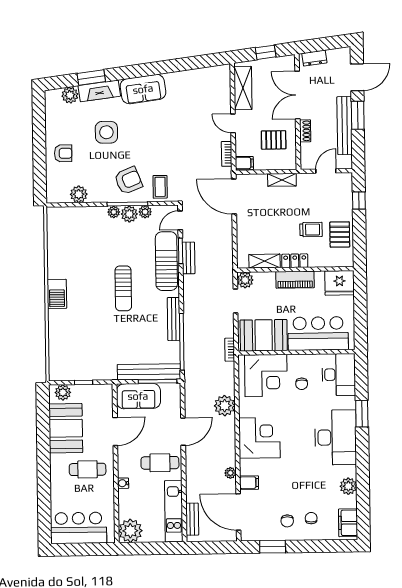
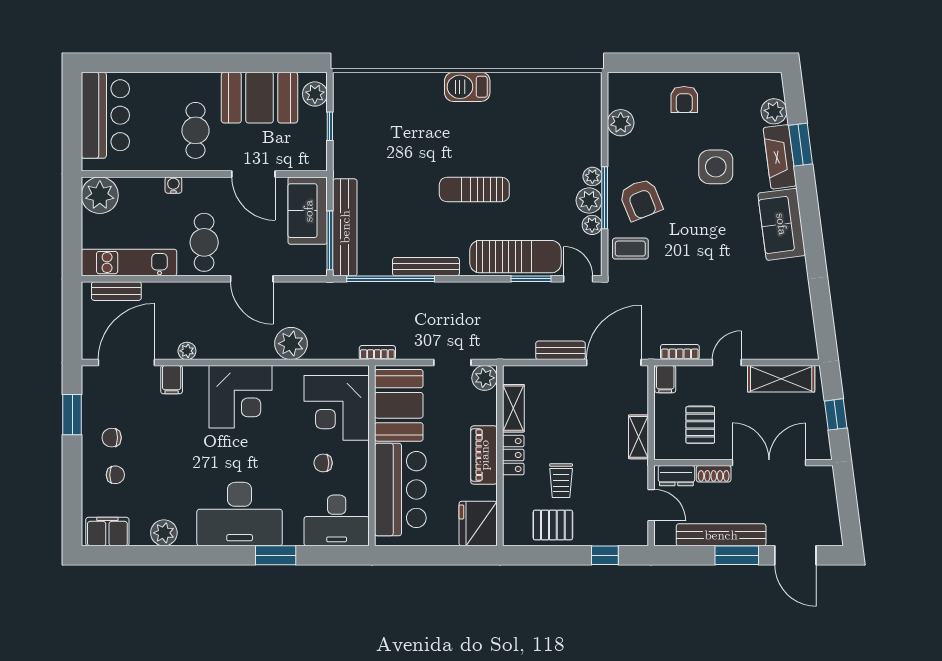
dresser: (314, 58) -> (676, 476), moved, turned -83
bench: (189, 258) -> (560, 350), moved

